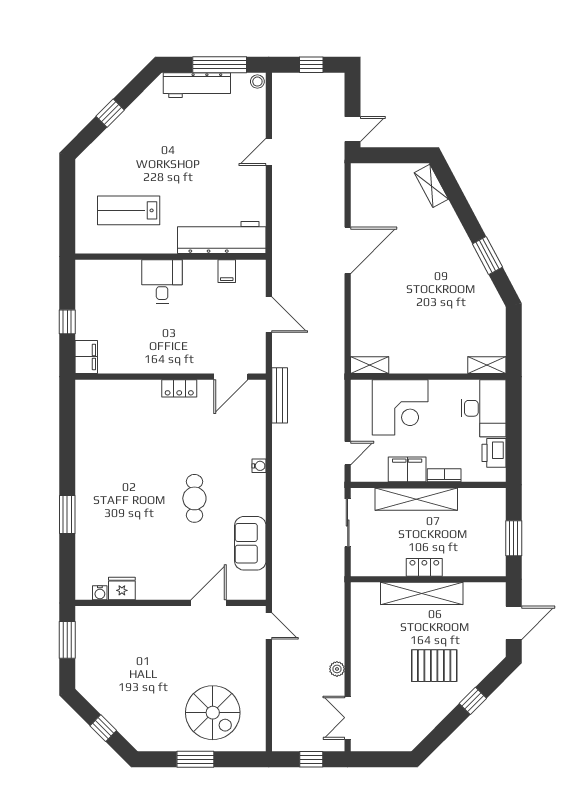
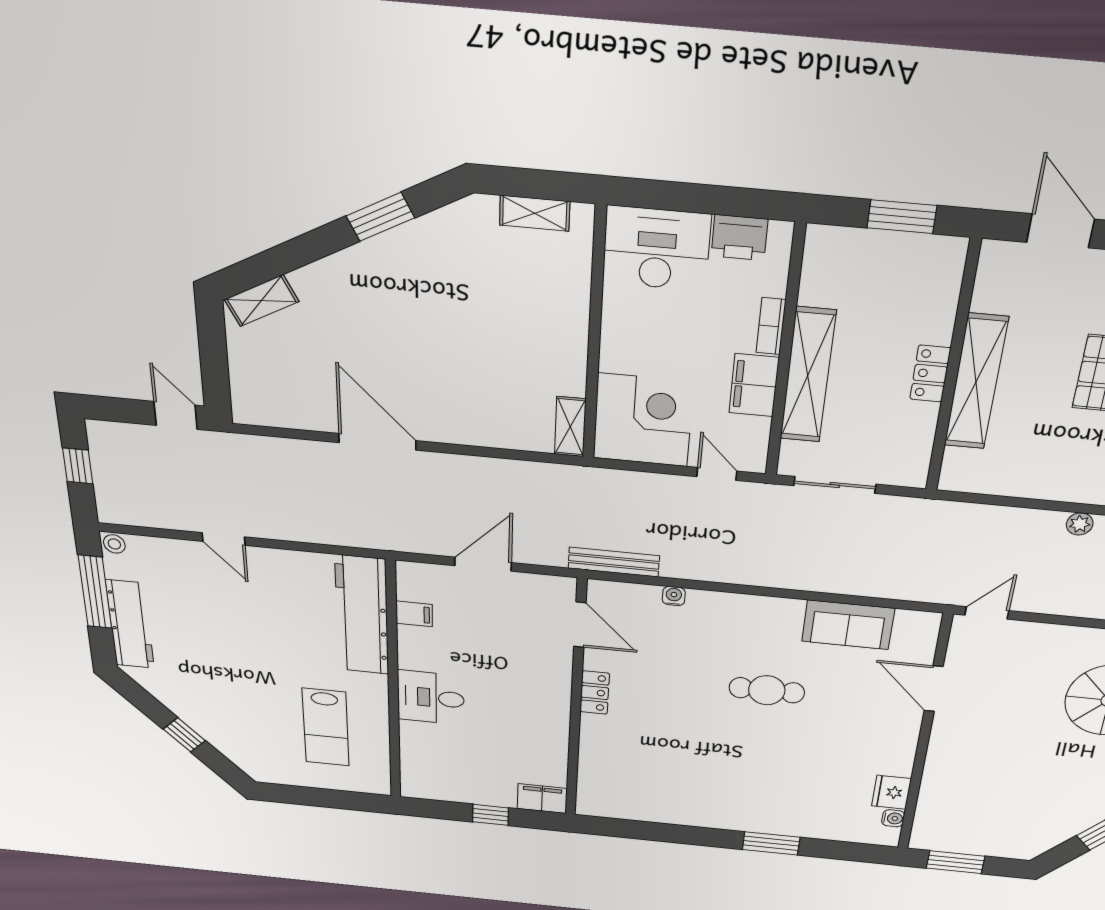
shelving: (487, 365) -> (535, 213), moved, turned 90
corner desk: (400, 407) -> (643, 420), moved
water cooler: (259, 466) -> (674, 596), moved

